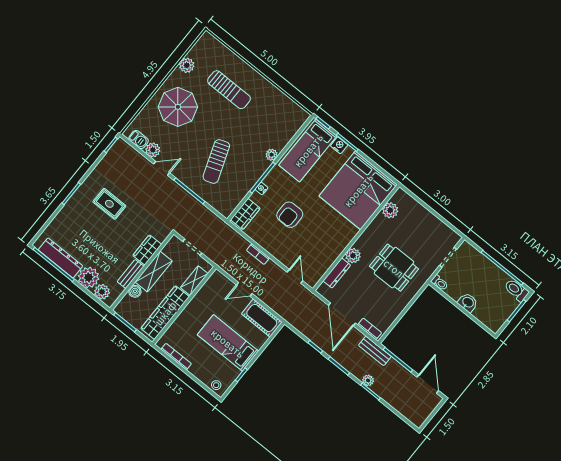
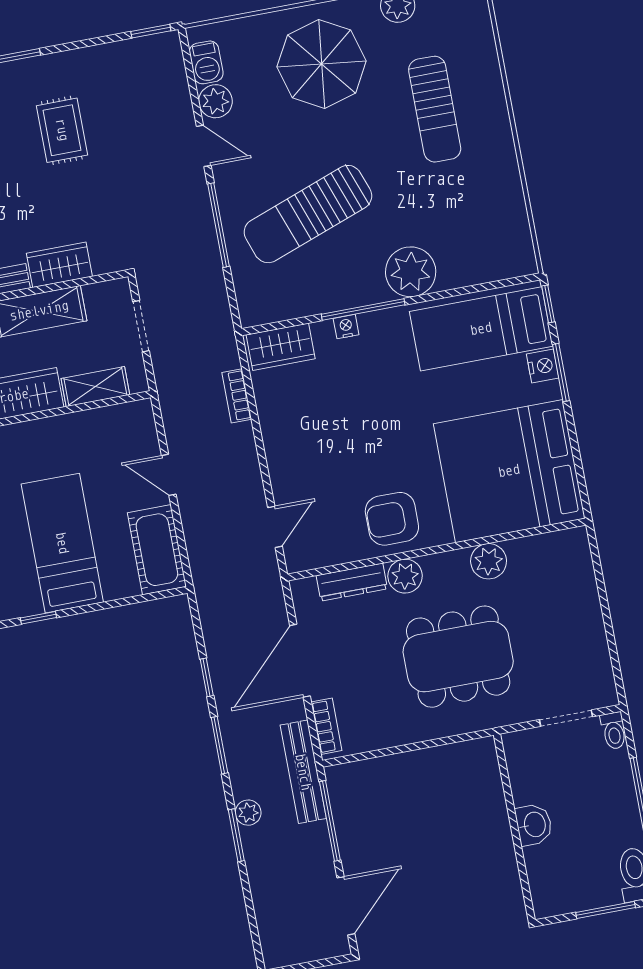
plant: (272, 155) -> (411, 272), width x1.87, depth x1.87
sun lounger: (216, 161) -> (308, 214), width x1.36, depth x1.34
plant: (390, 210) -> (489, 561), moved
armchair: (290, 215) -> (392, 519), moved
bookcase: (258, 254) -> (237, 396), moved
dining table: (394, 268) -> (458, 657), width x1.38
toilet: (440, 283) -> (614, 731), moved
bench: (375, 351) -> (303, 772), width x1.36

